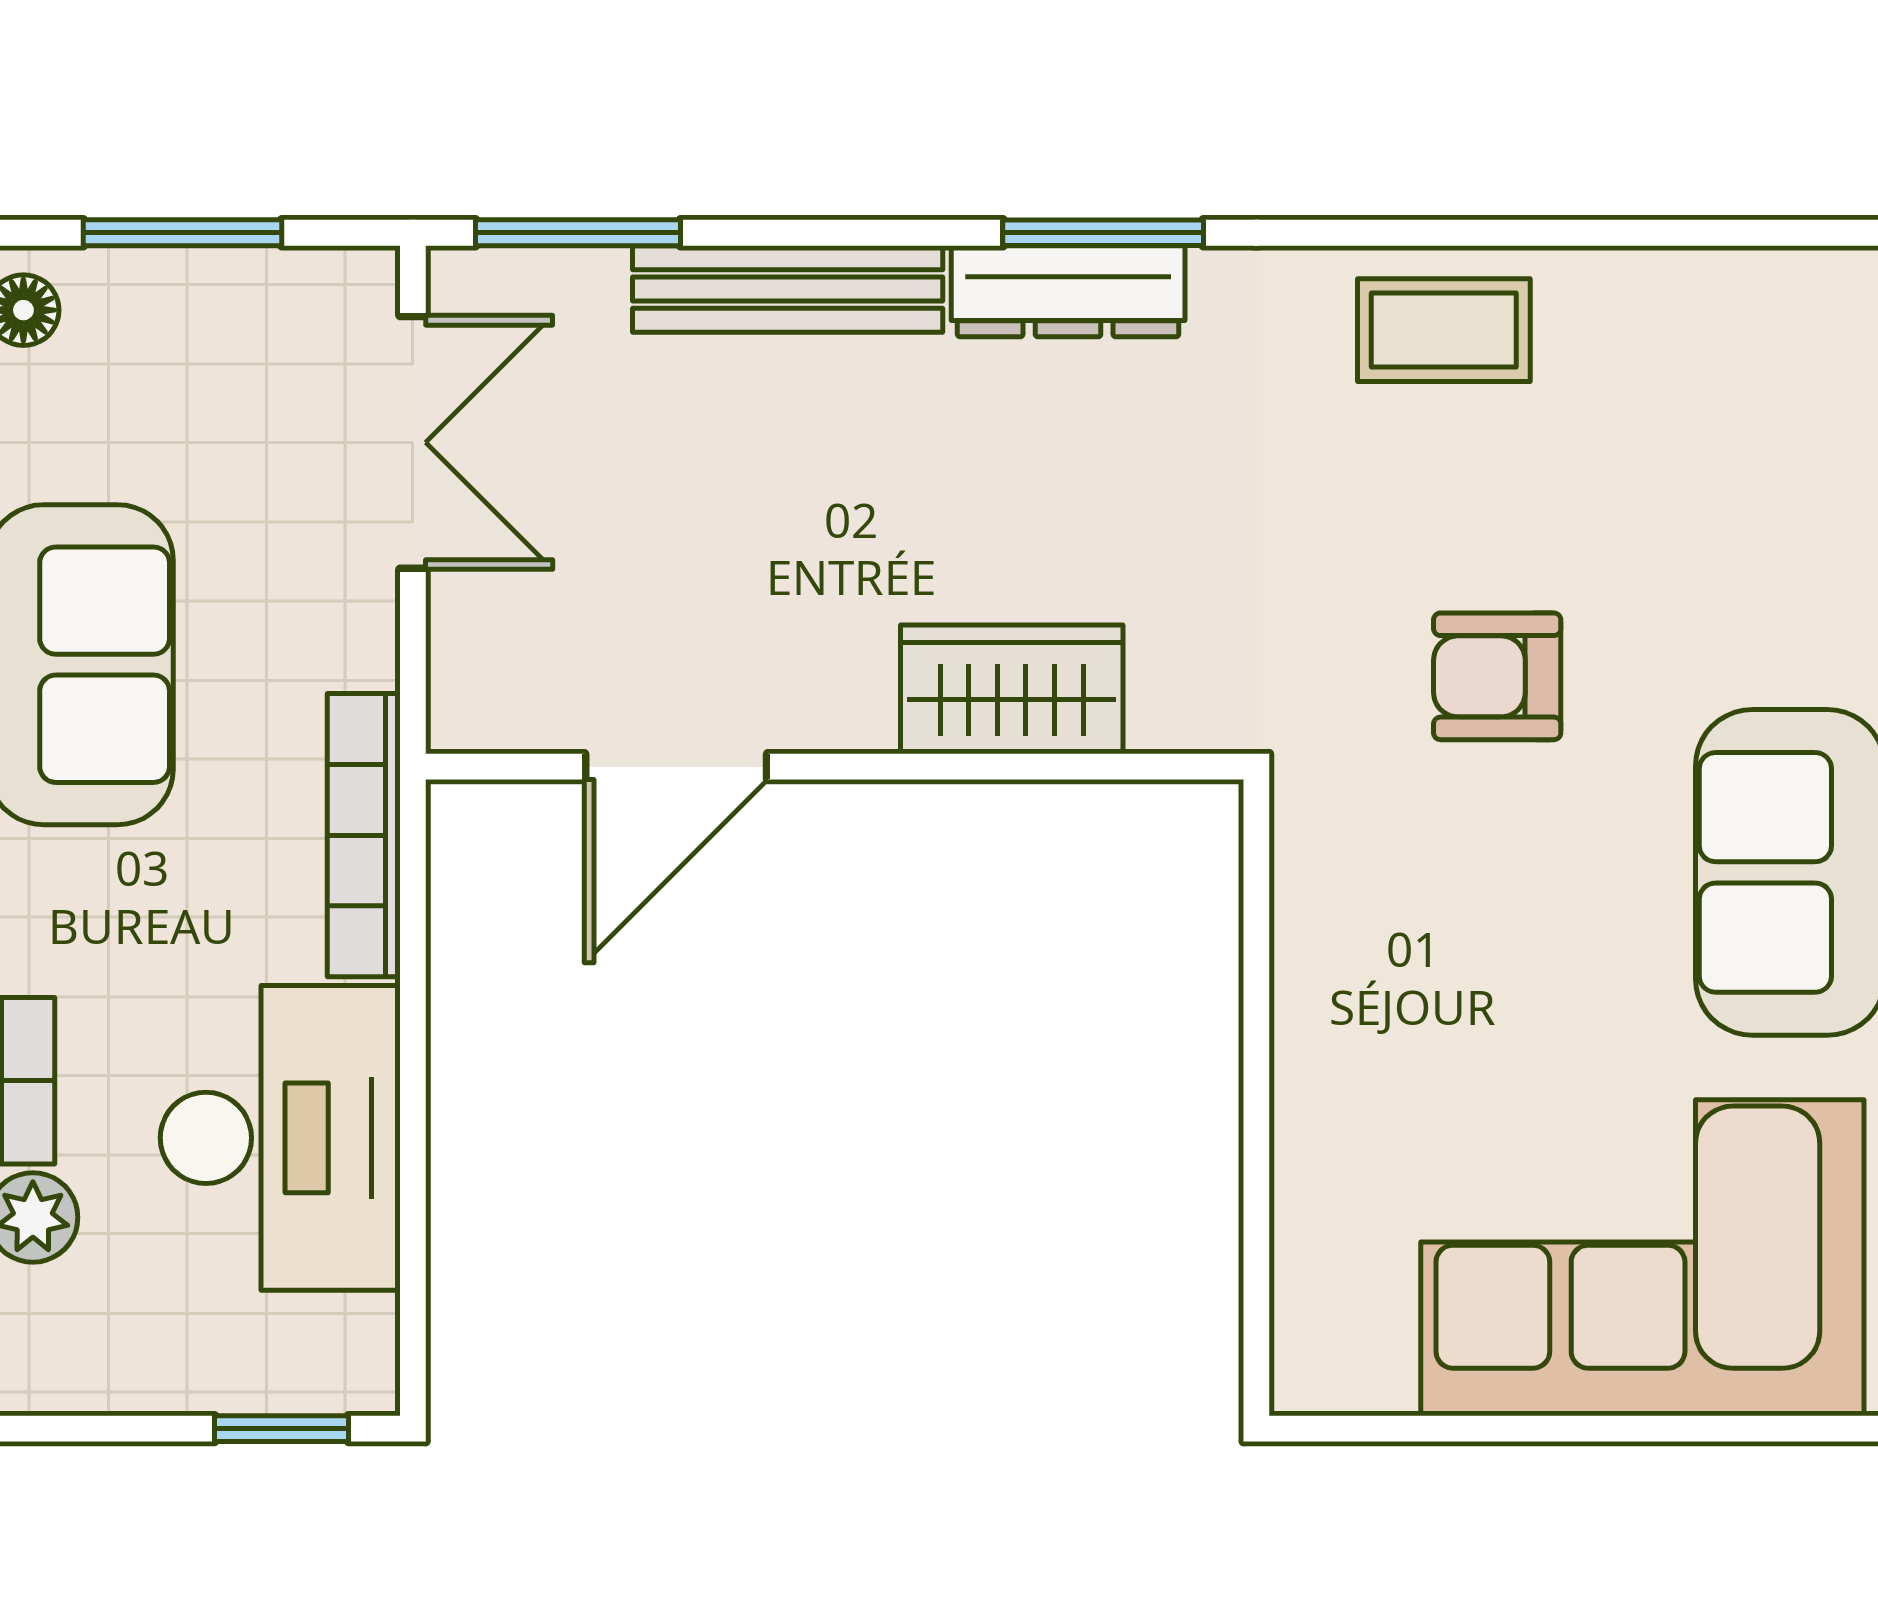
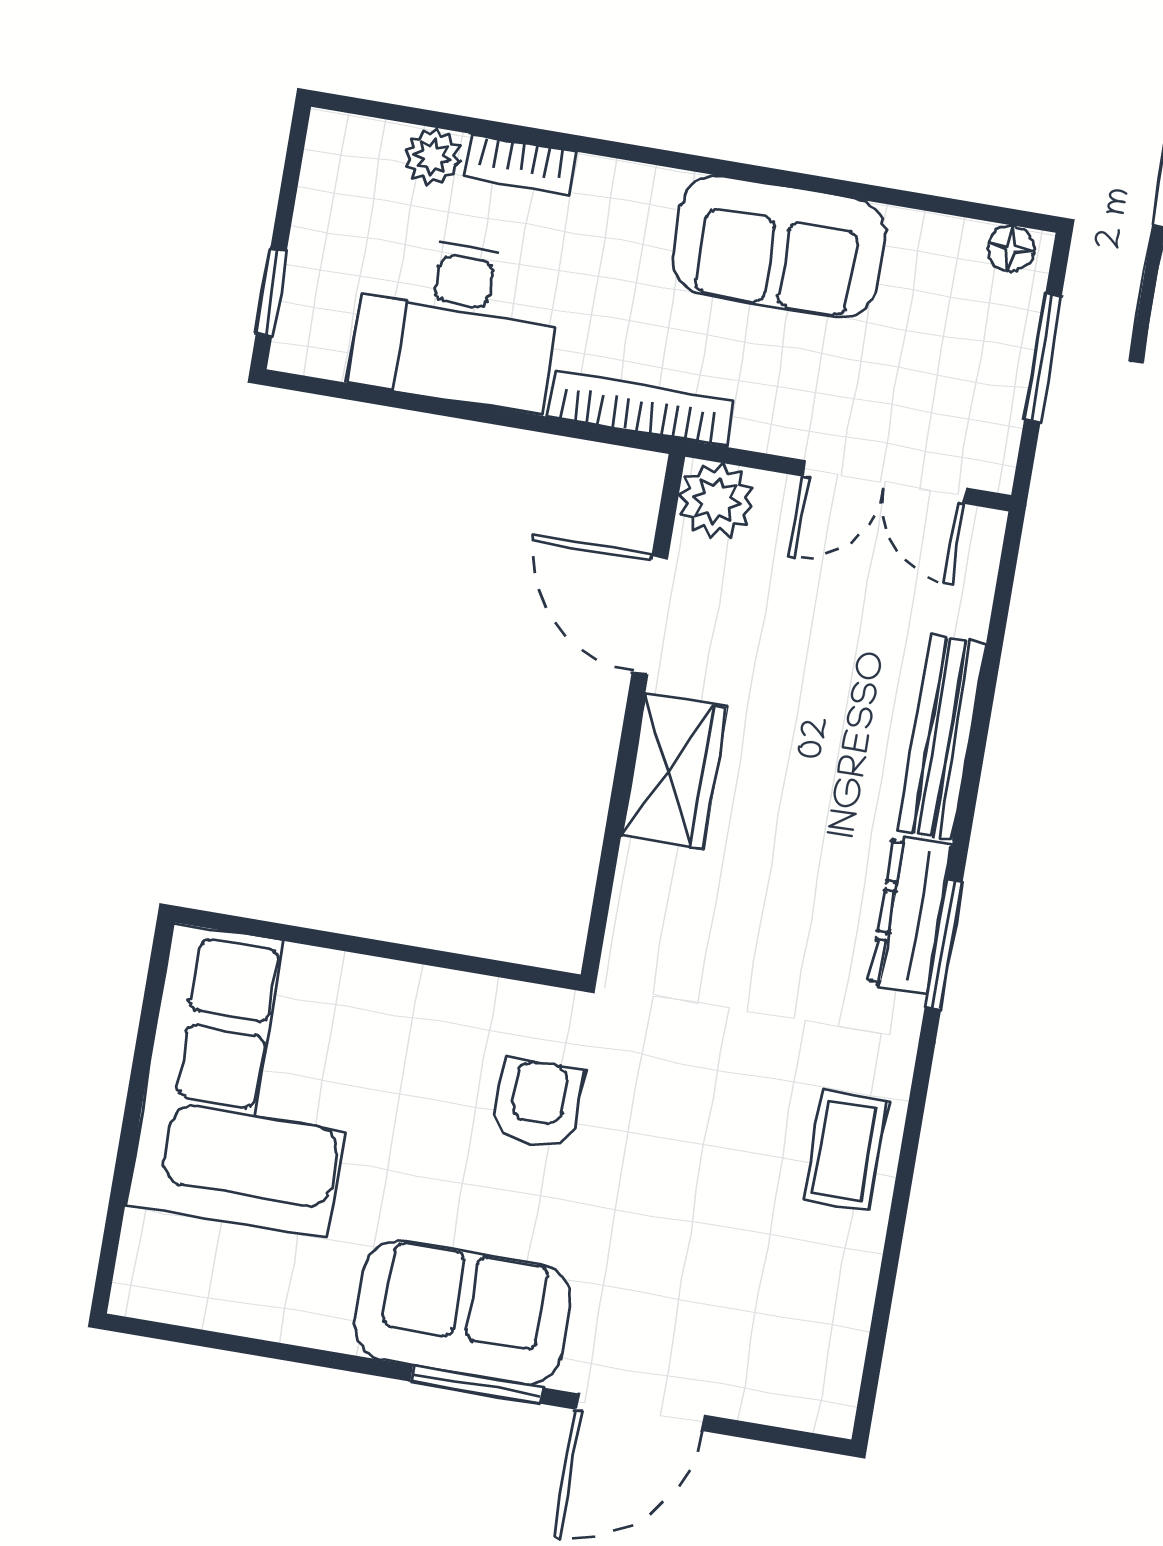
window: (578, 233) -> (1000, 610), removed
armchair: (1497, 676) -> (538, 1104), moved
wardrobe: (1012, 689) -> (674, 772), moved
plant: (485, 695) -> (716, 501), added
corner sofa: (1642, 1258) -> (250, 1080), moved

